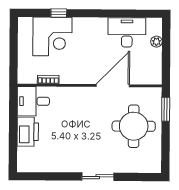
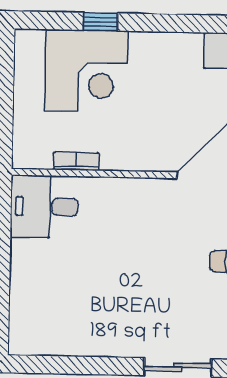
printer: (28, 132) -> (31, 271), removed

